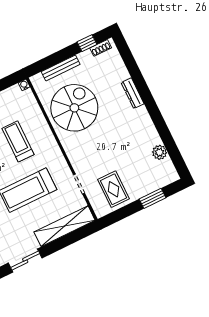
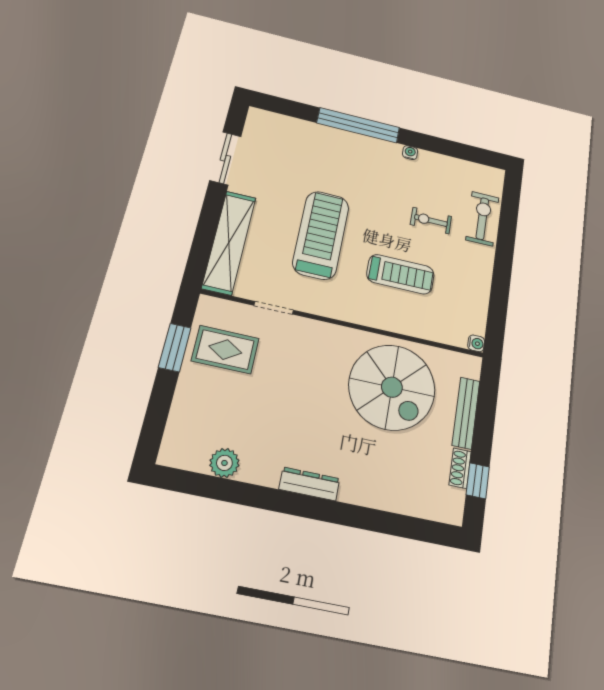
shoe rack: (101, 48) -> (460, 468), moved
dresser: (133, 93) -> (309, 484), moved
window: (152, 198) -> (175, 347), moved

